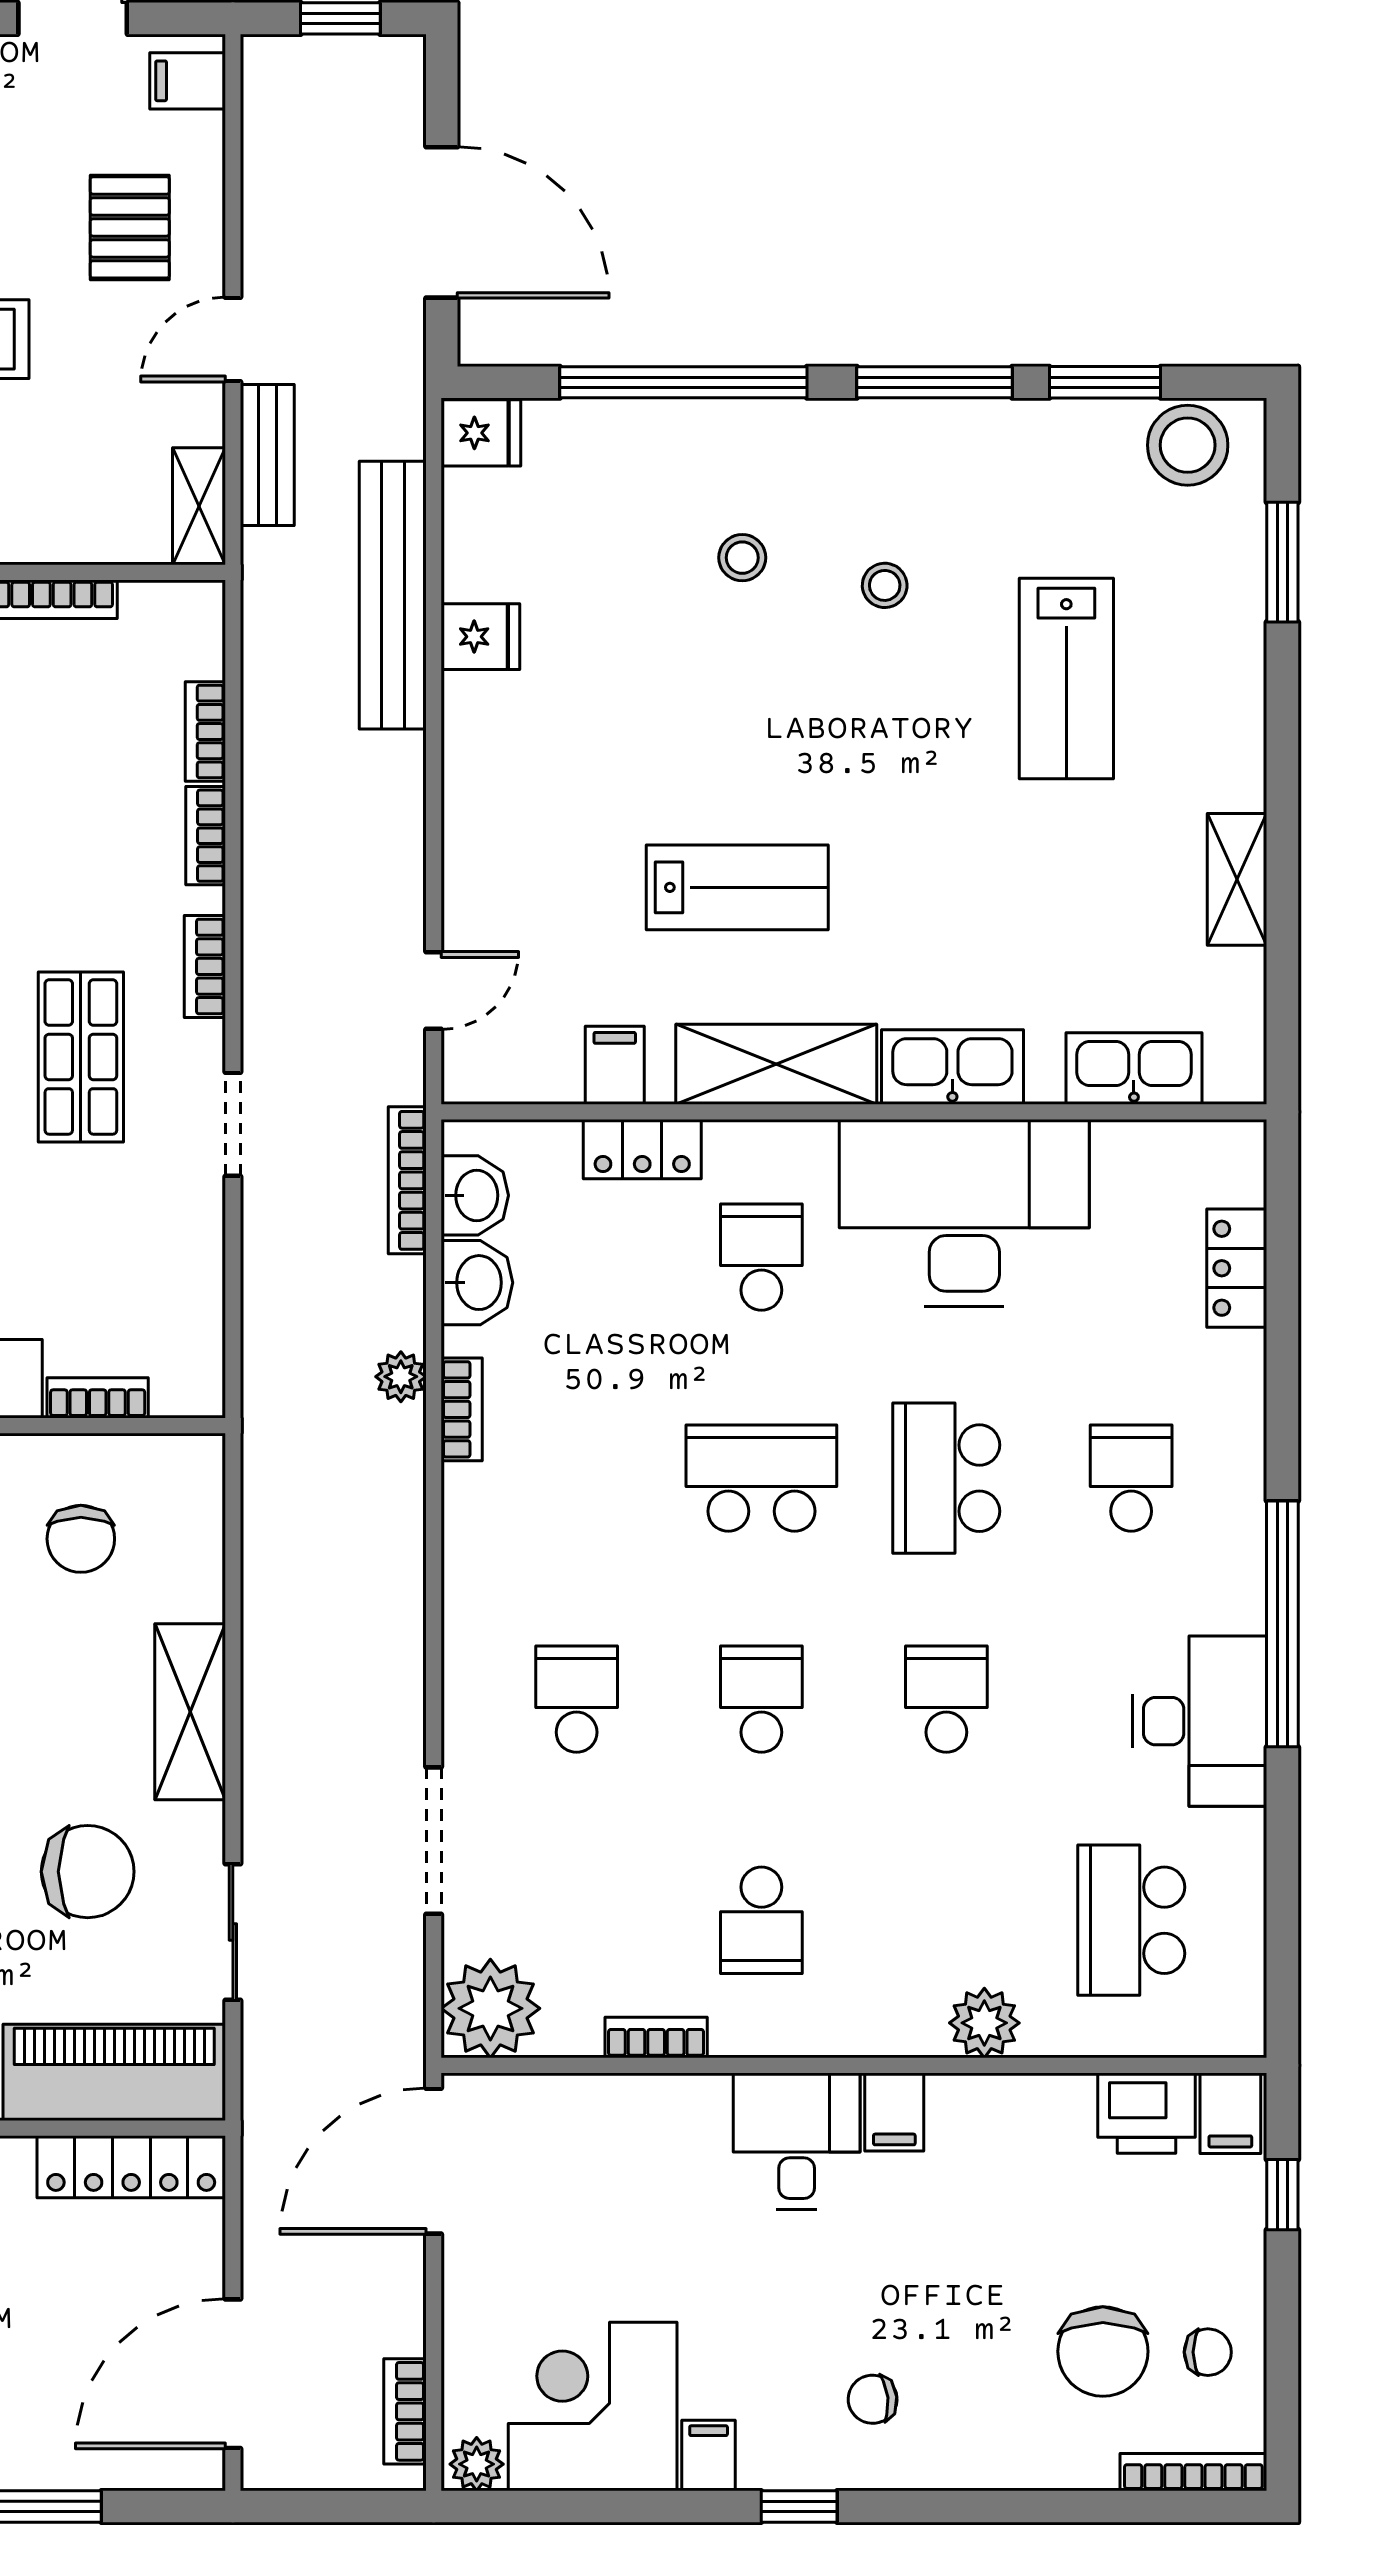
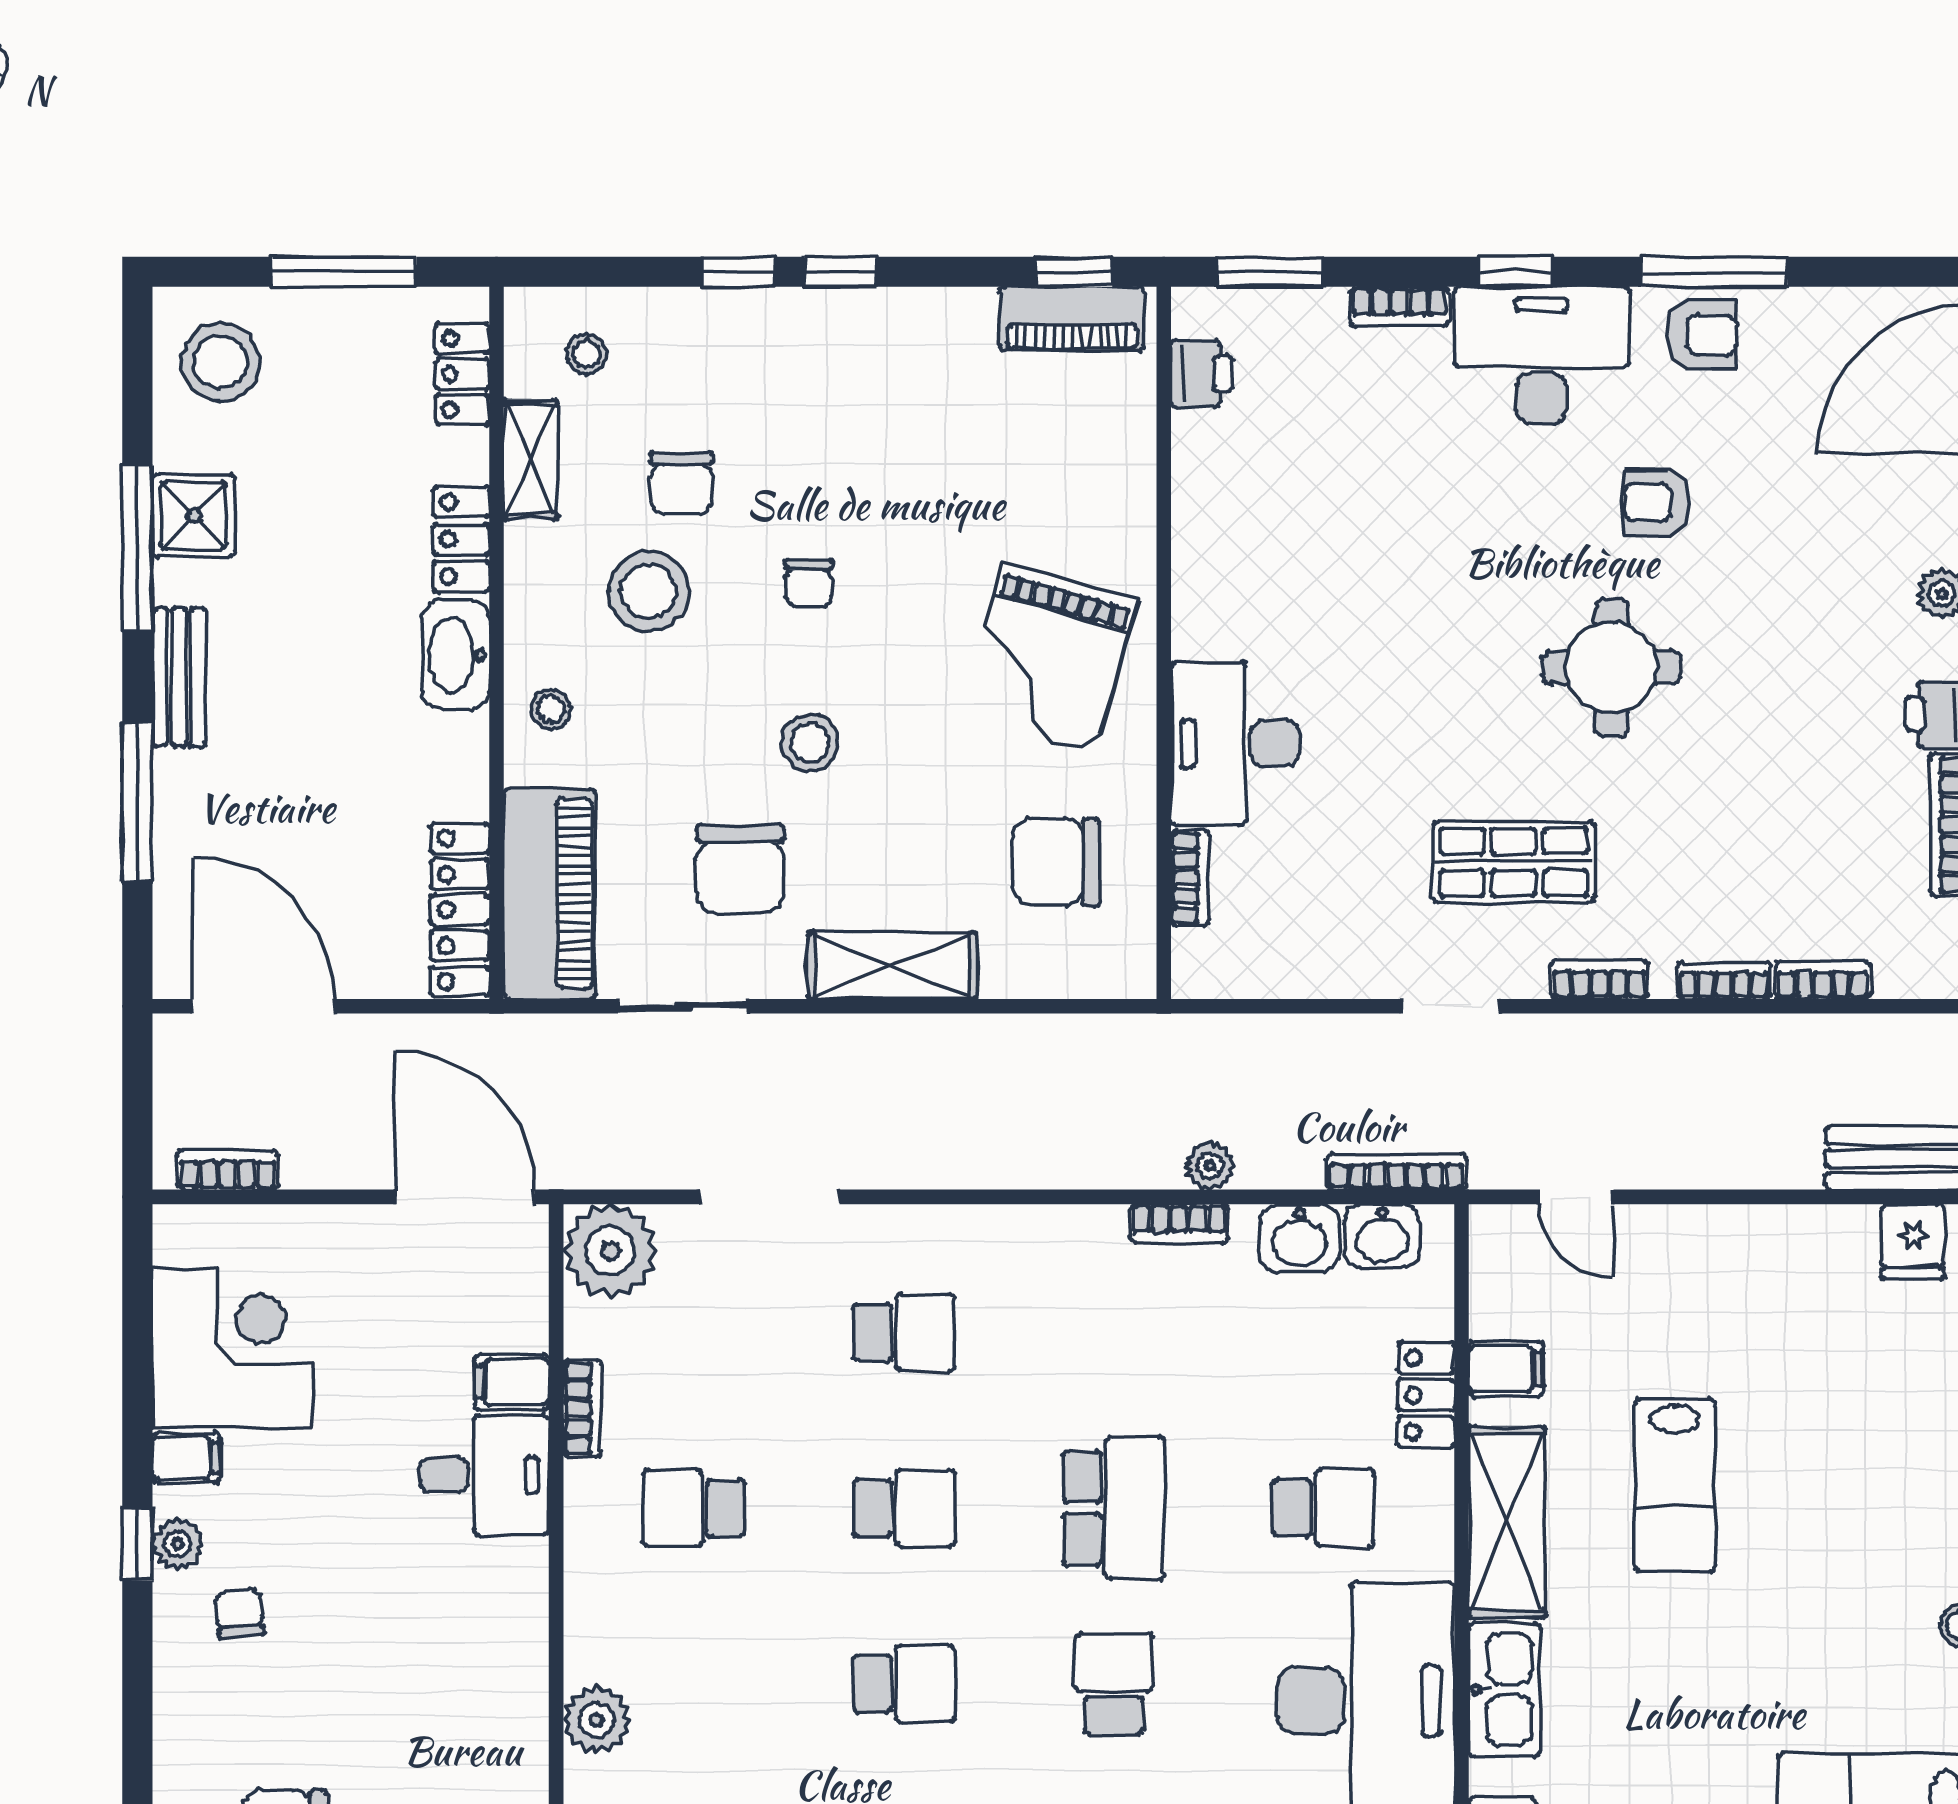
school desk: (946, 1478) -> (1114, 1684), width x0.54
chair: (81, 1539) -> (1056, 862), width x1.37, depth x1.37
filing cabinet: (894, 2112) -> (512, 1382), moved
desk: (797, 2141) -> (484, 1475), moved
plant: (477, 2464) -> (178, 1544), moved

